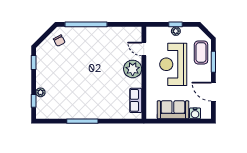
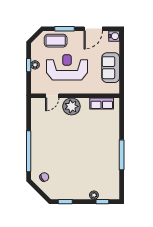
reception desk: (173, 64) -> (67, 67), turned 180
water cooler: (195, 113) -> (114, 36), moved

